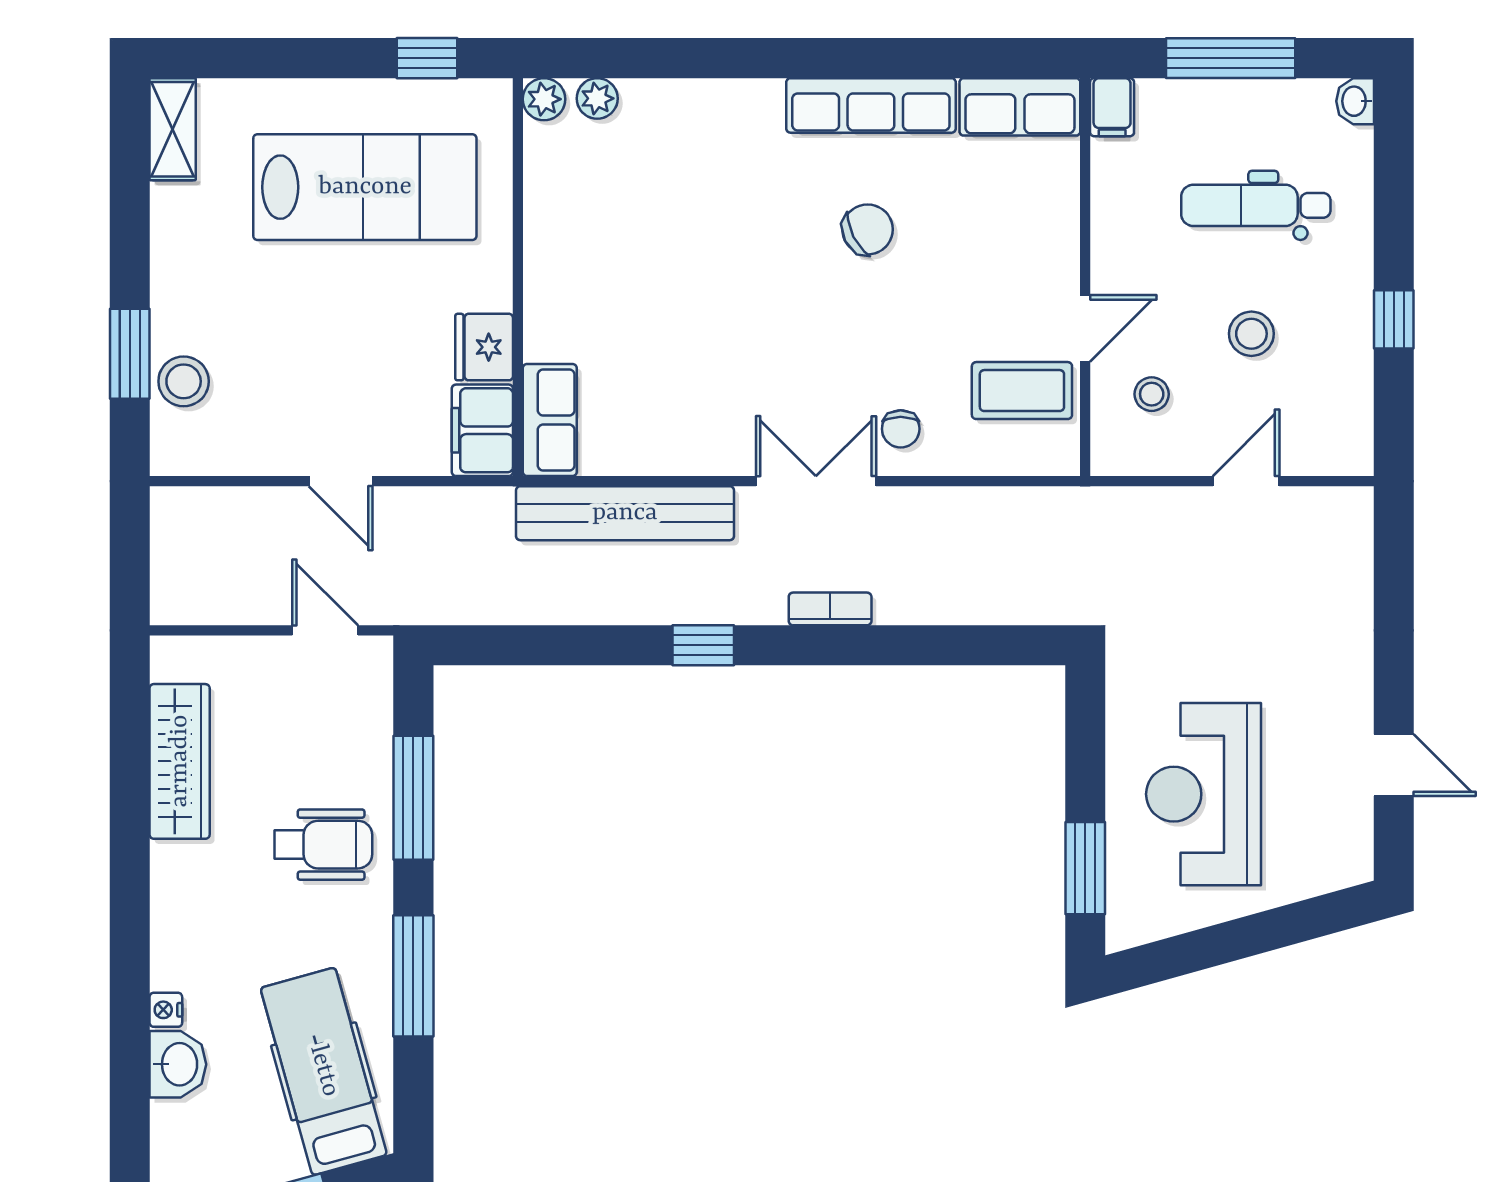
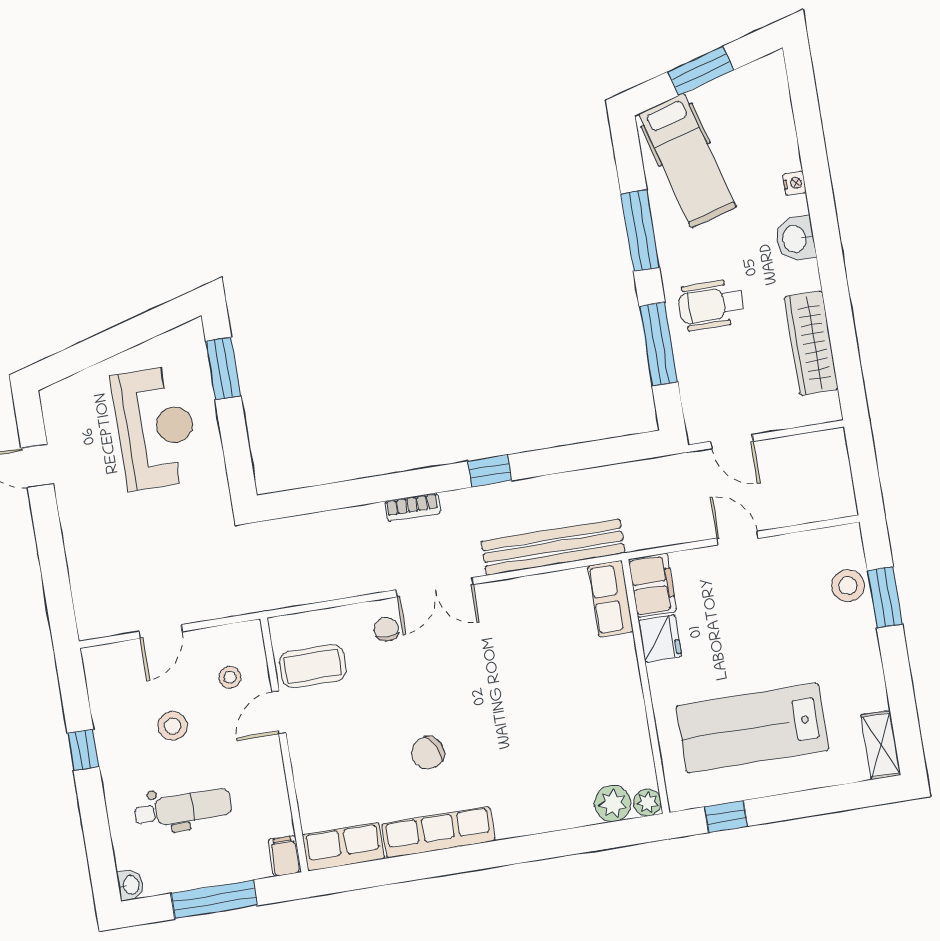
plant: (597, 98) -> (613, 804), width x1.38, depth x1.38
washbasin: (178, 1064) -> (795, 239), moved

